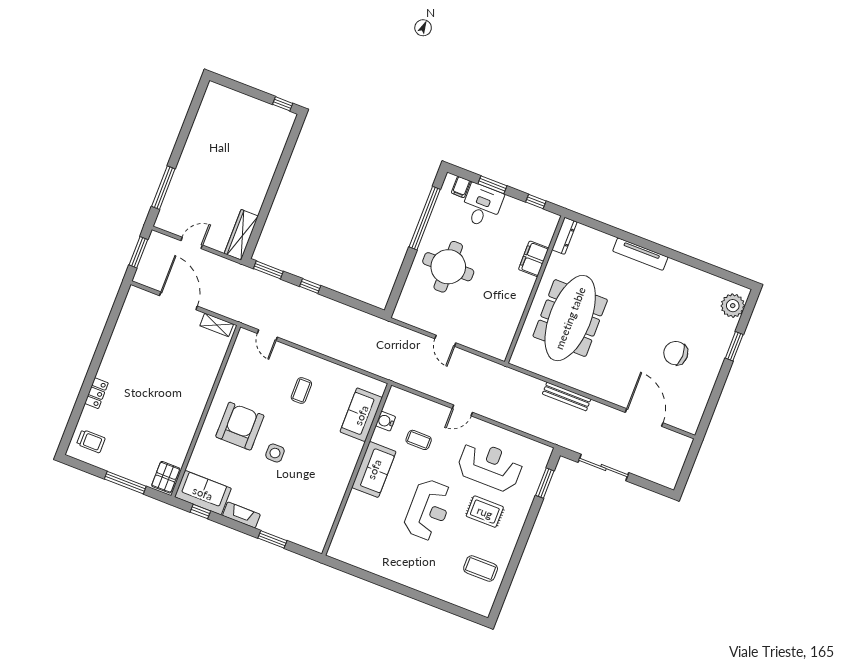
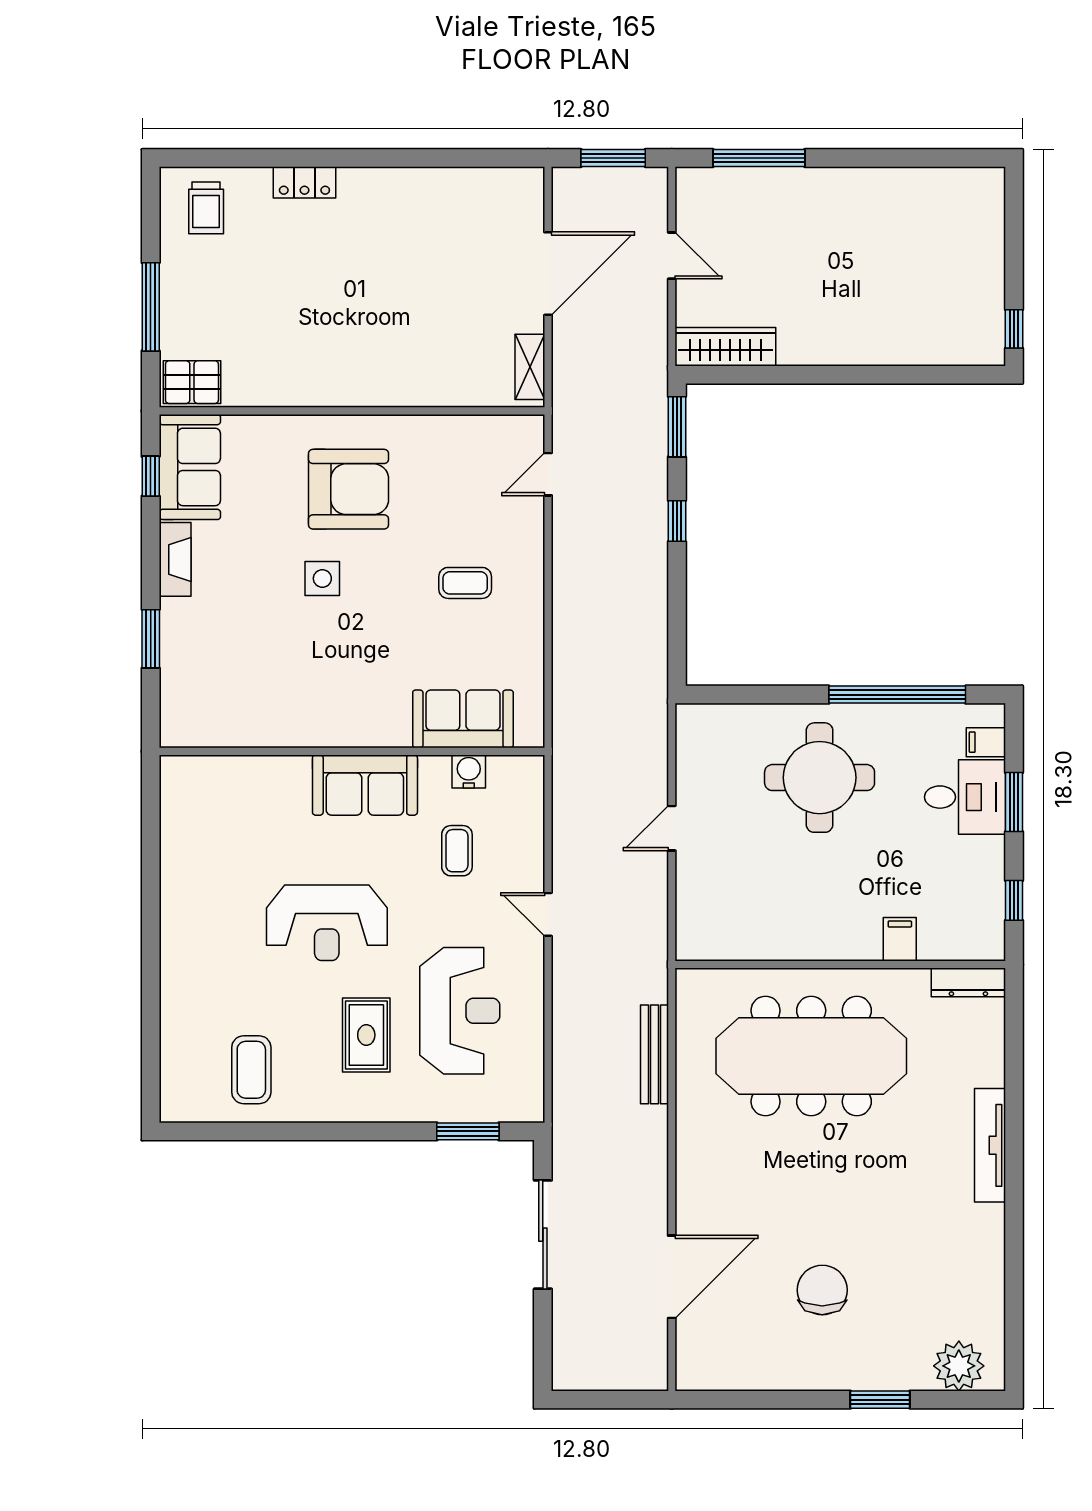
filing cabinet: (534, 259) -> (900, 939), width x0.50
bench: (567, 396) -> (654, 1054), moved

